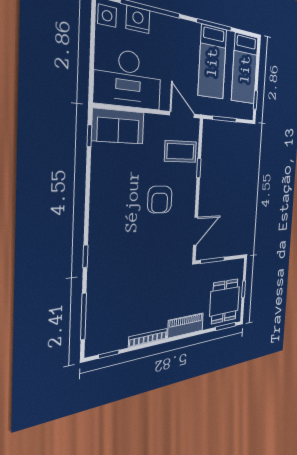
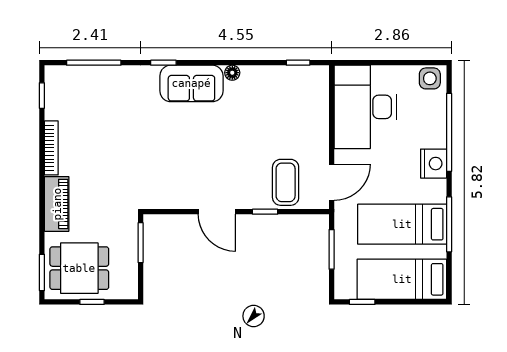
nightstand: (138, 19) -> (434, 164), moved
sofa: (118, 126) -> (191, 83), moved, turned -90
floor lamp: (96, 195) -> (232, 73), added
armchair: (160, 200) -> (225, 156), removed
door: (195, 231) -> (217, 212), moved

